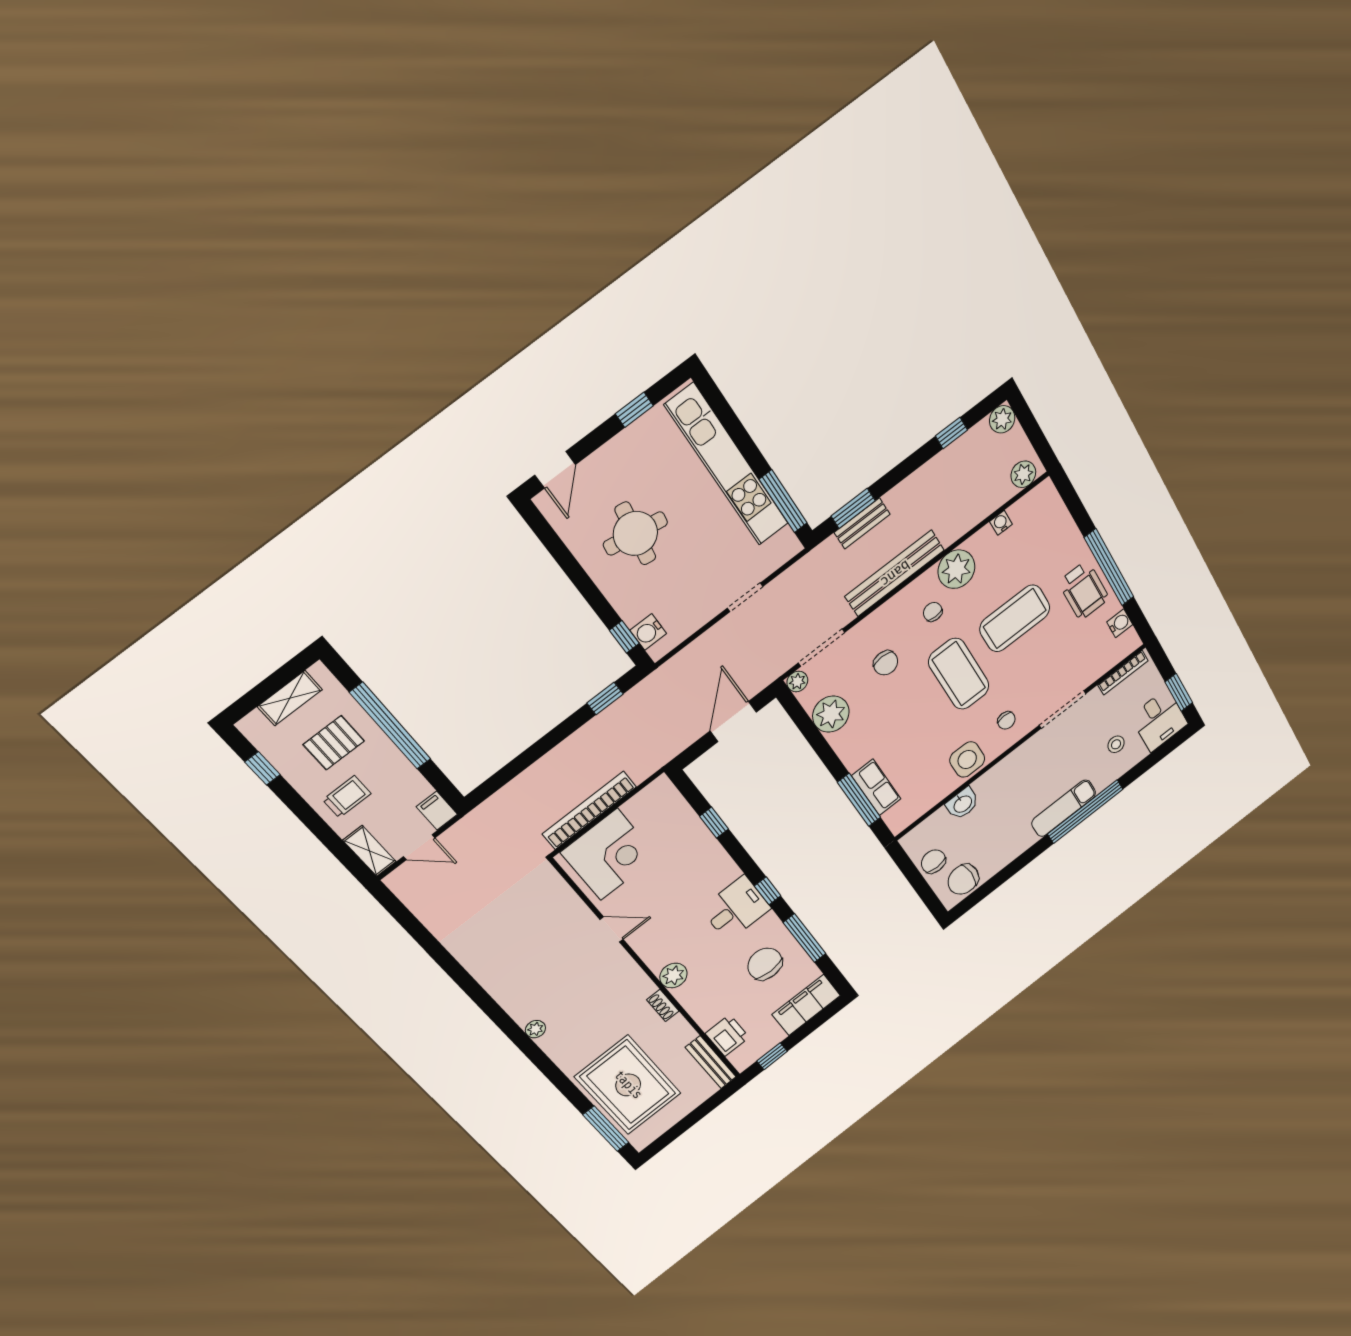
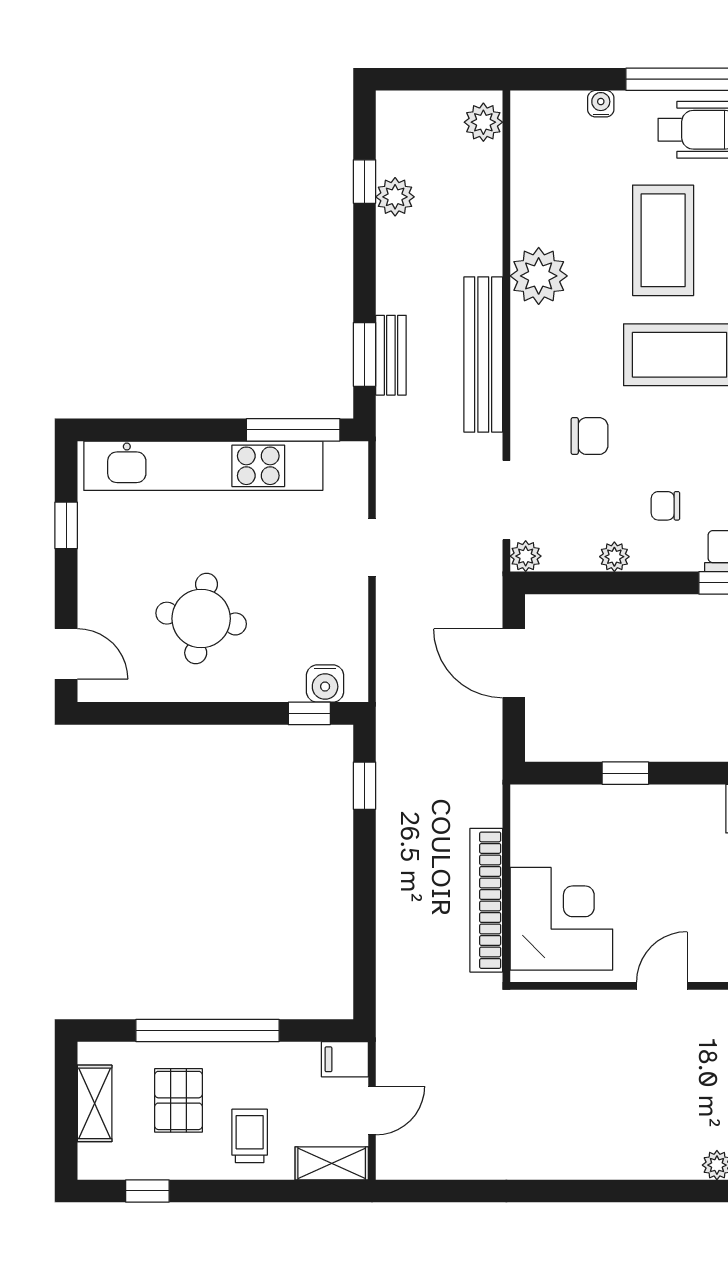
plant: (1002, 419) -> (395, 197), moved
water cooler: (1001, 523) -> (601, 104), moved, turned 90
chair: (933, 612) -> (665, 506), moved
plant: (831, 714) -> (614, 557), width x0.53, depth x0.53

